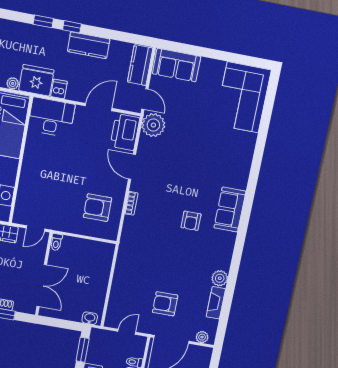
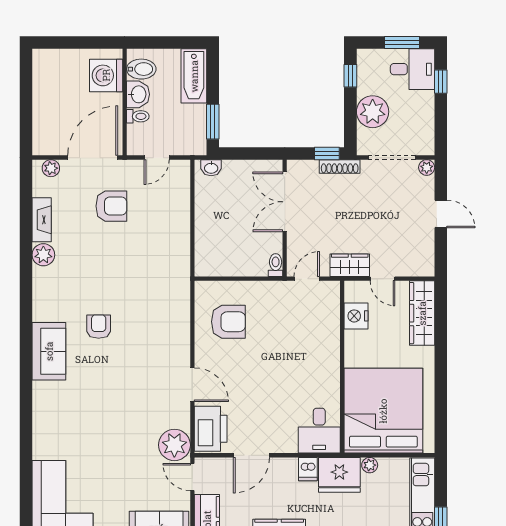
desk: (51, 117) -> (319, 431), width x0.73
bookcase: (131, 203) -> (184, 336), removed

